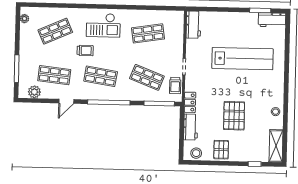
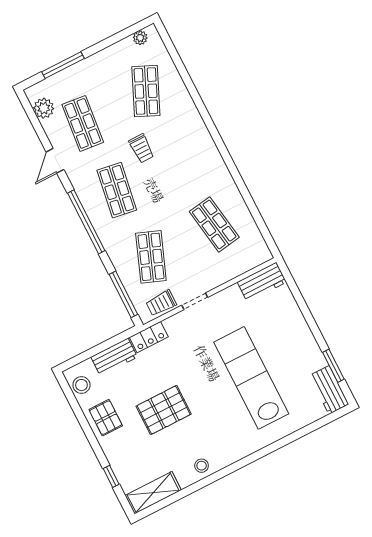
checkout: (103, 25) -> (191, 155), removed
shop shelf: (55, 31) -> (146, 91), turned 48
lab bench: (243, 59) -> (251, 378), turned 180
door: (66, 101) -> (55, 161), hinge flipped
pallet: (221, 150) -> (106, 418), turned 90

